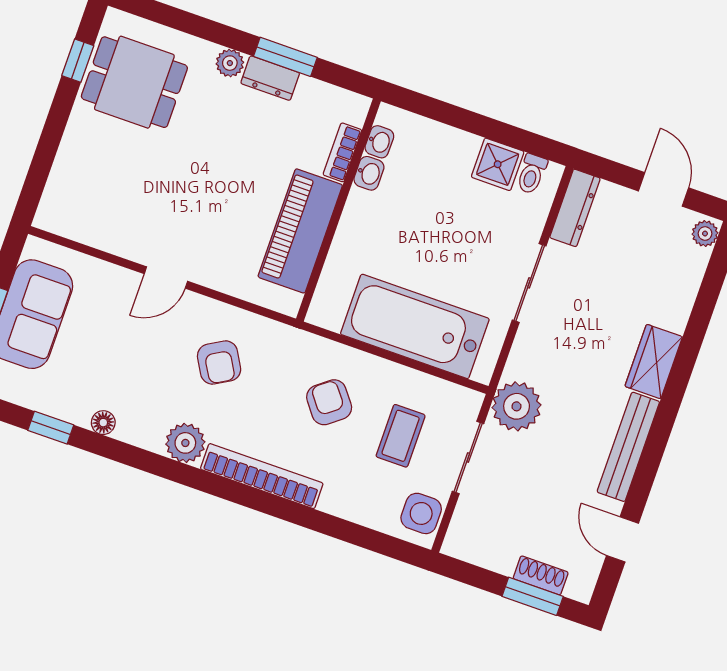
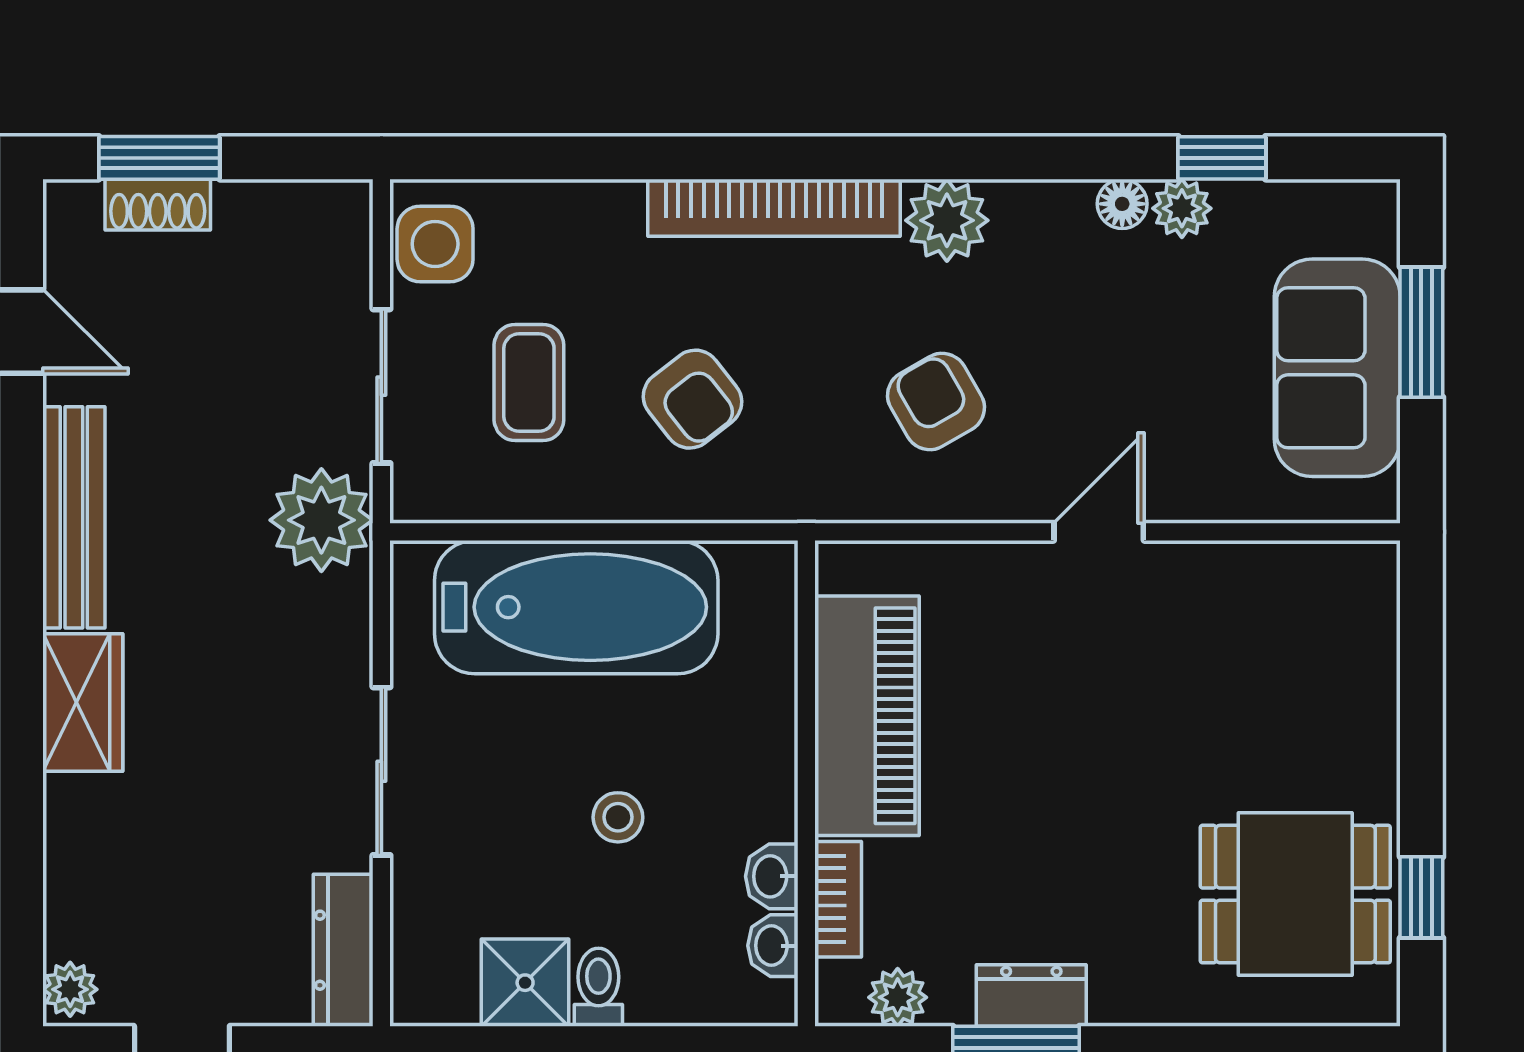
plant: (230, 63) -> (898, 997), moved
toilet: (532, 174) -> (598, 987), moved
stool: (429, 225) -> (618, 817), added
plant: (77, 411) -> (1182, 208), added

